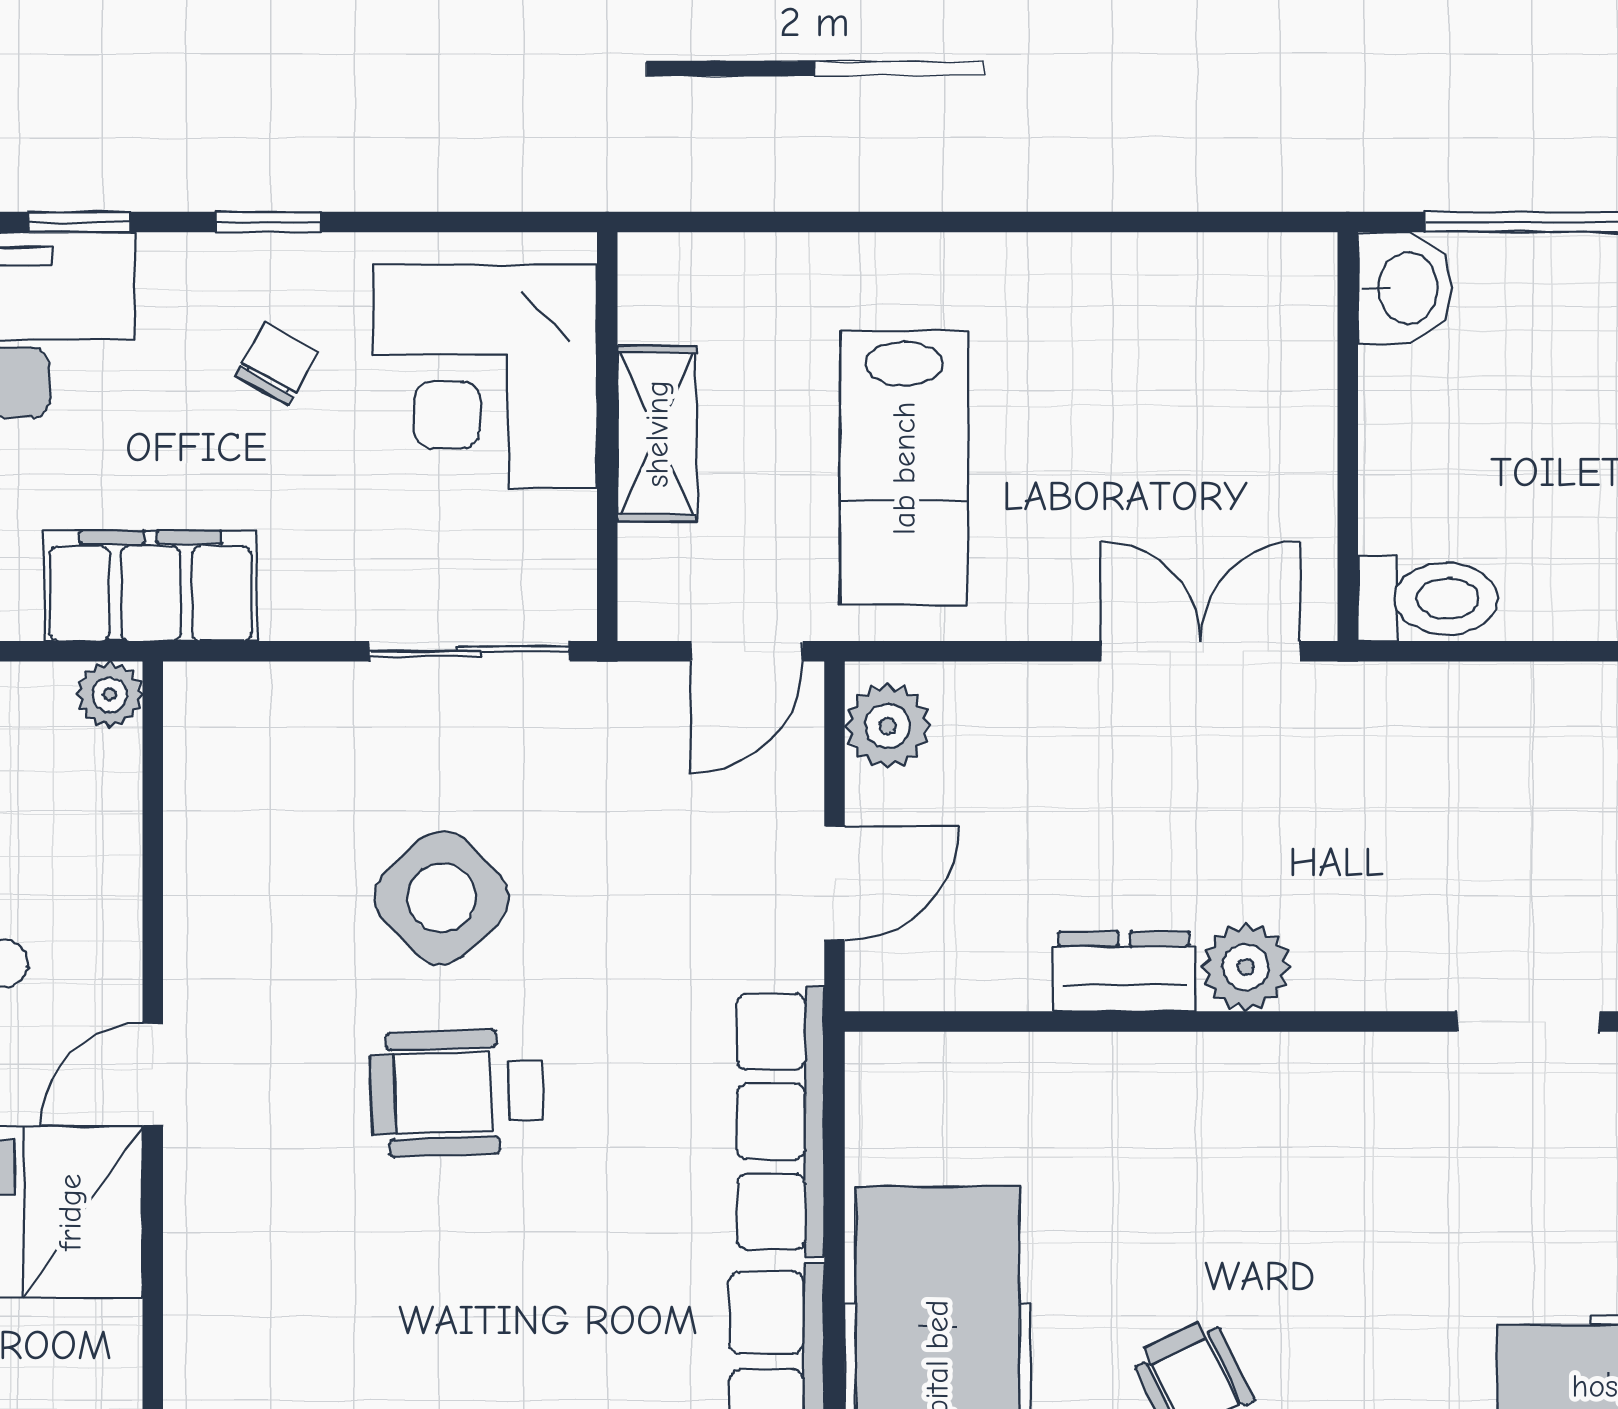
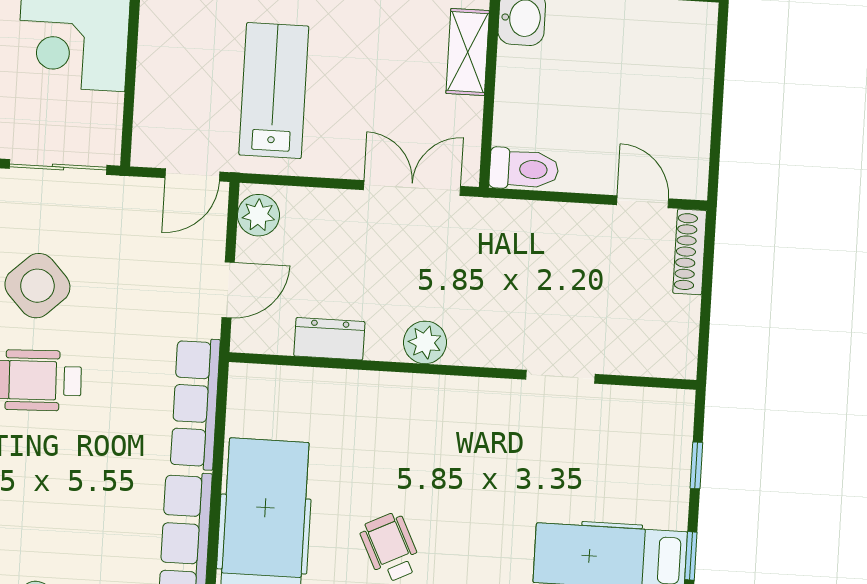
shelving: (657, 434) -> (468, 52), moved
lab bench: (904, 468) -> (274, 91), turned 180
dresser: (1124, 971) -> (329, 339), moved

